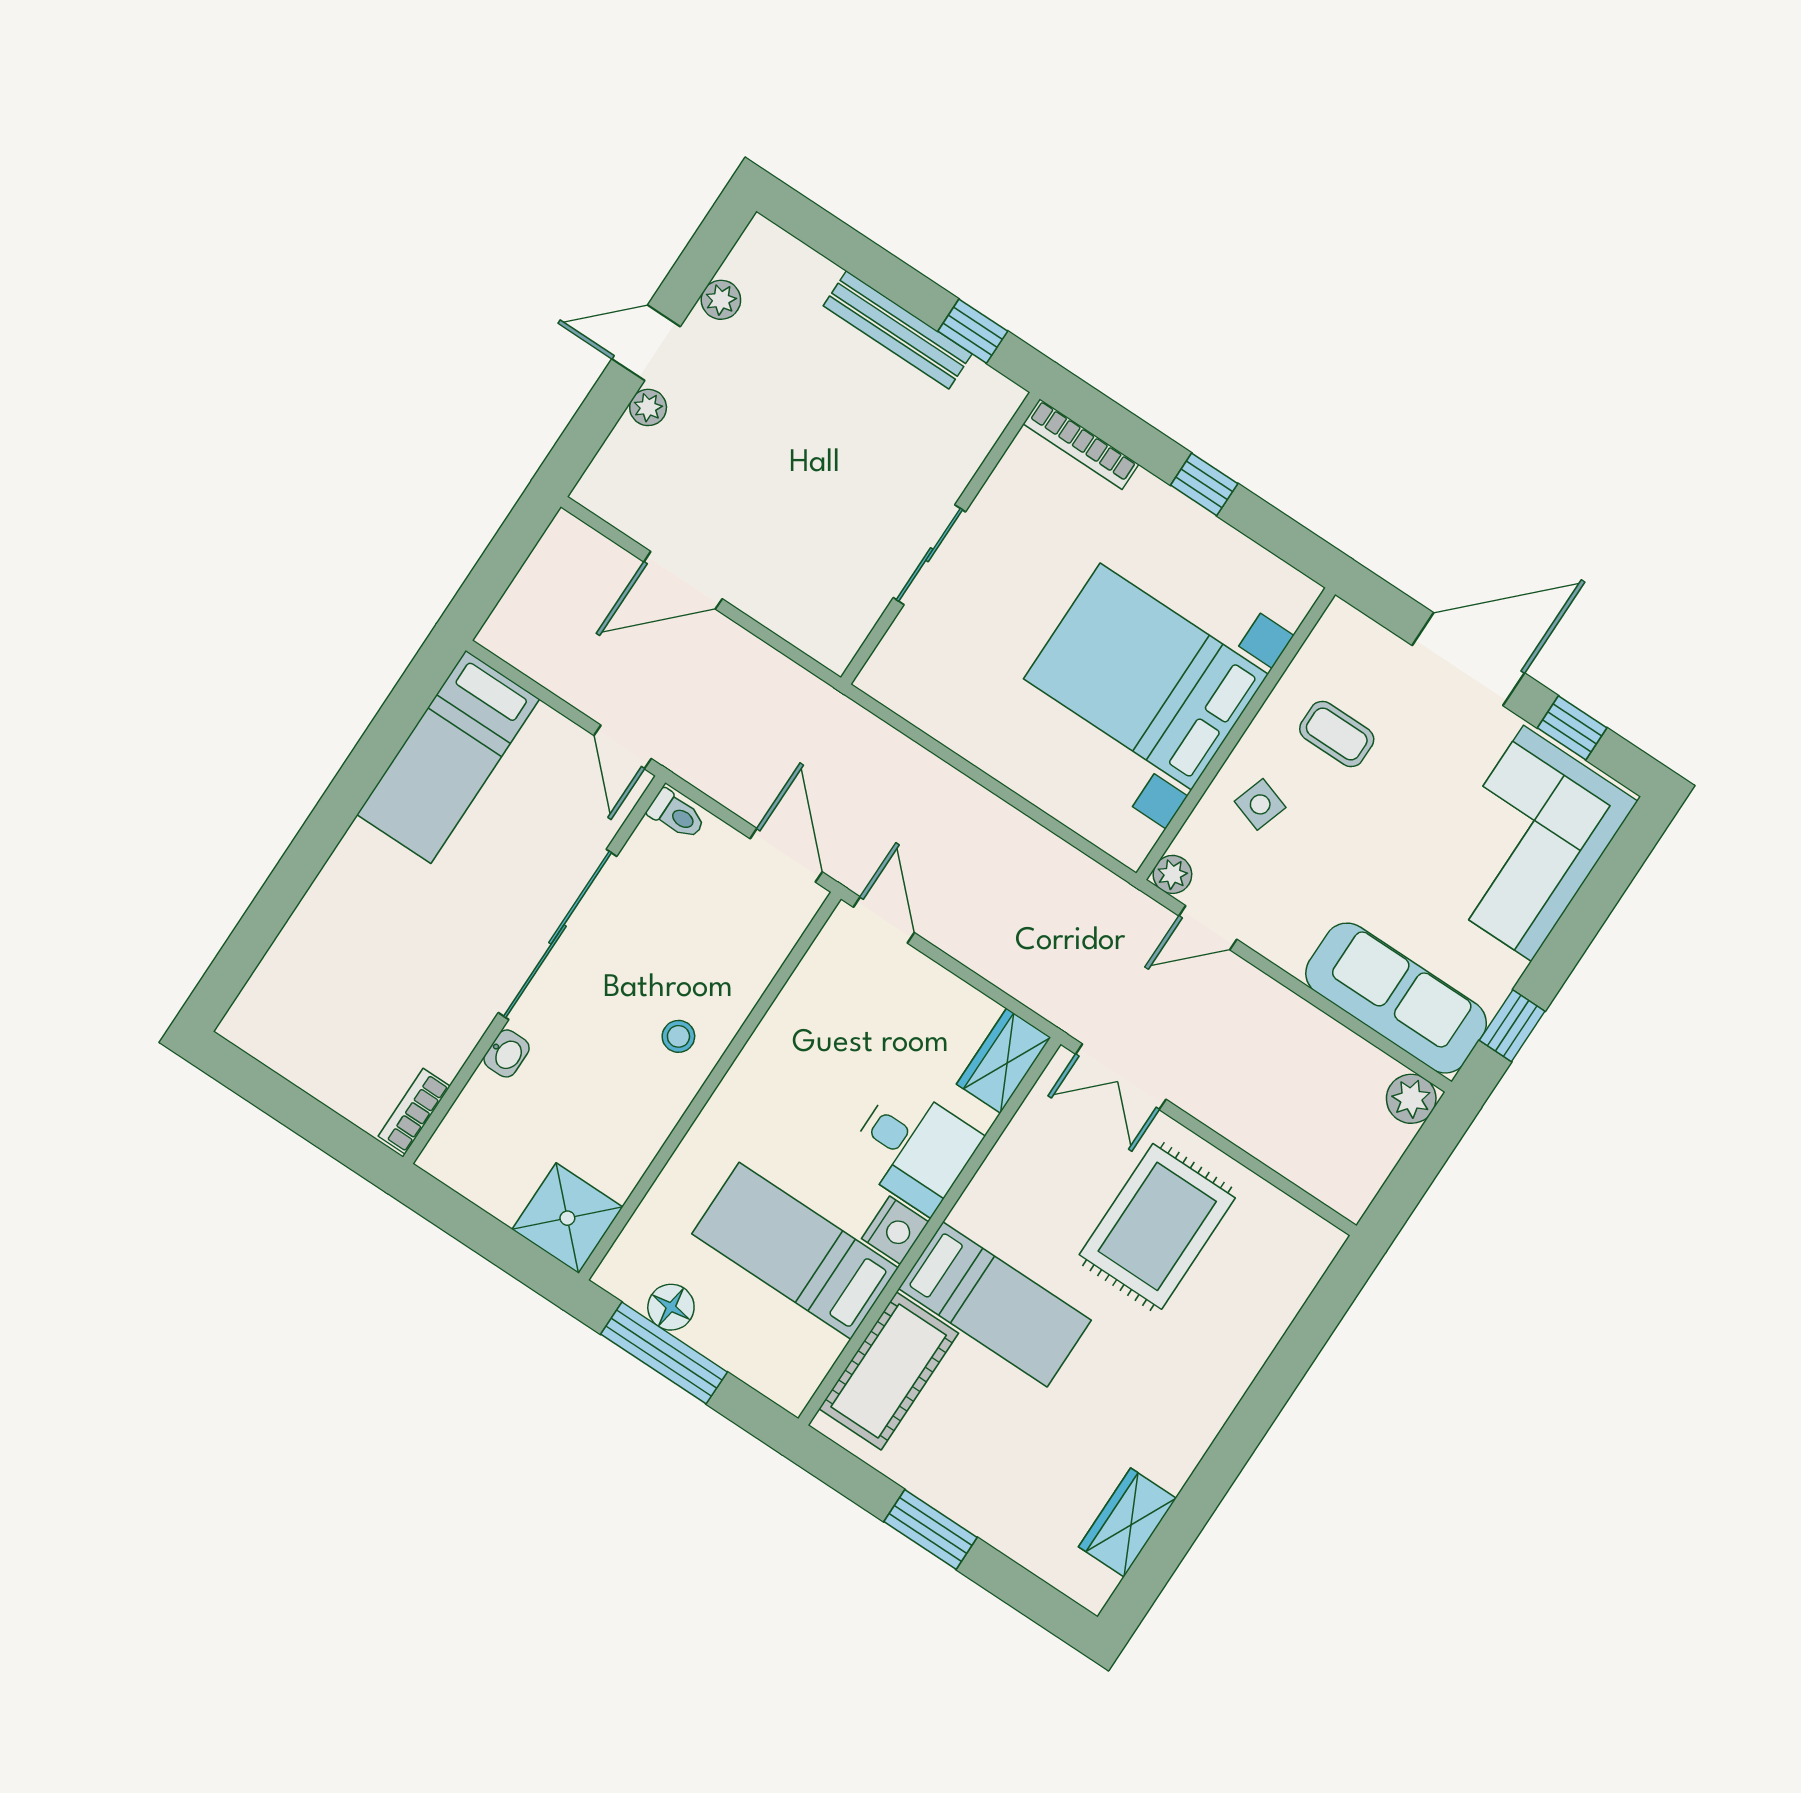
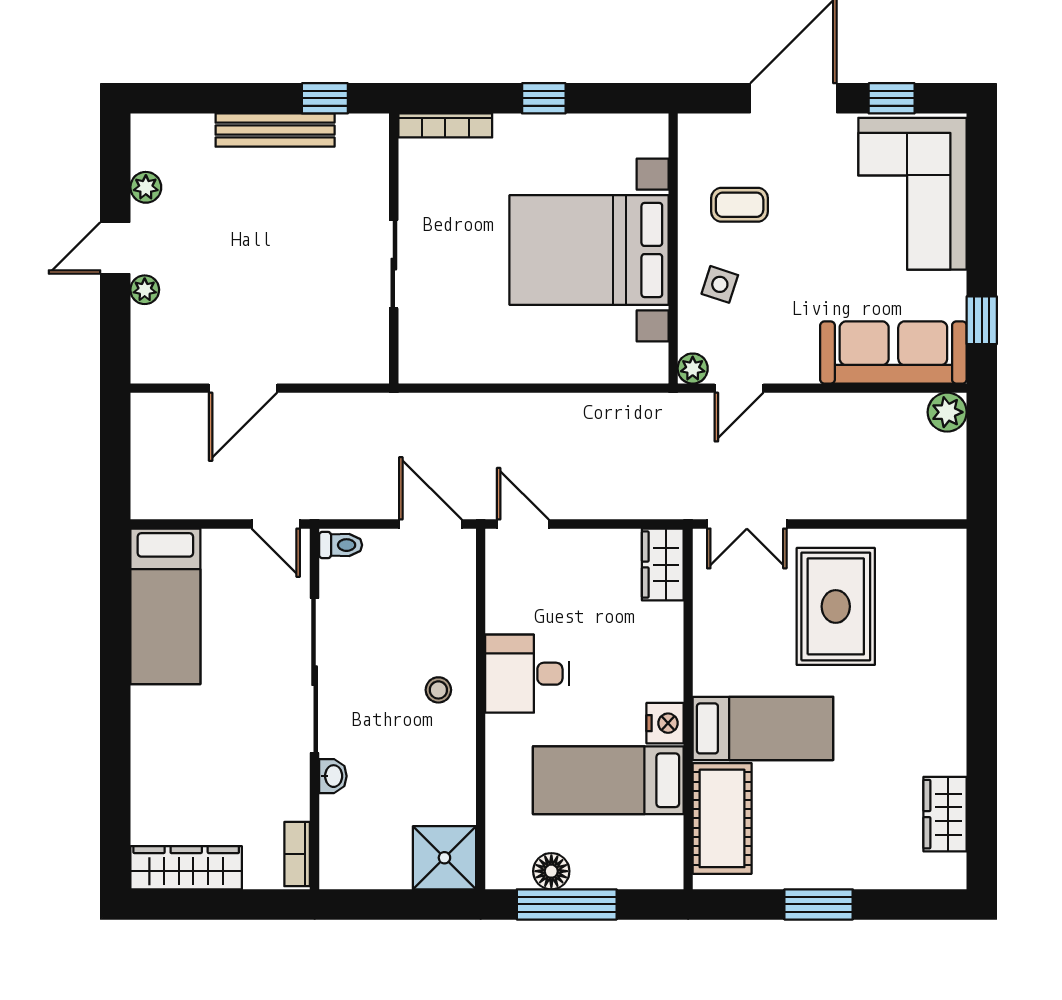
wardrobe: (287, 1048) -> (186, 868), added
desk: (914, 1148) -> (527, 674), moved, turned 180

